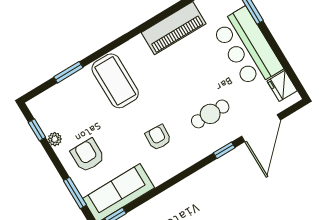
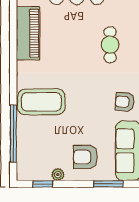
window: (68, 72) -> (13, 134), width x2.11
armchair: (158, 137) -> (125, 102), moved

